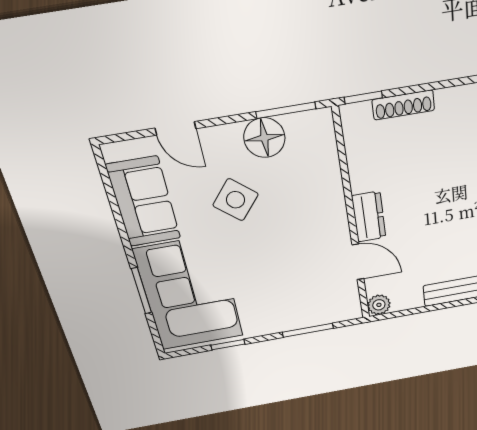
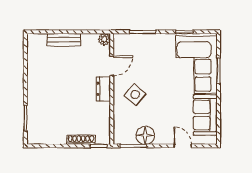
side table: (236, 200) -> (135, 95), moved
door: (358, 262) -> (112, 66), swing flipped

